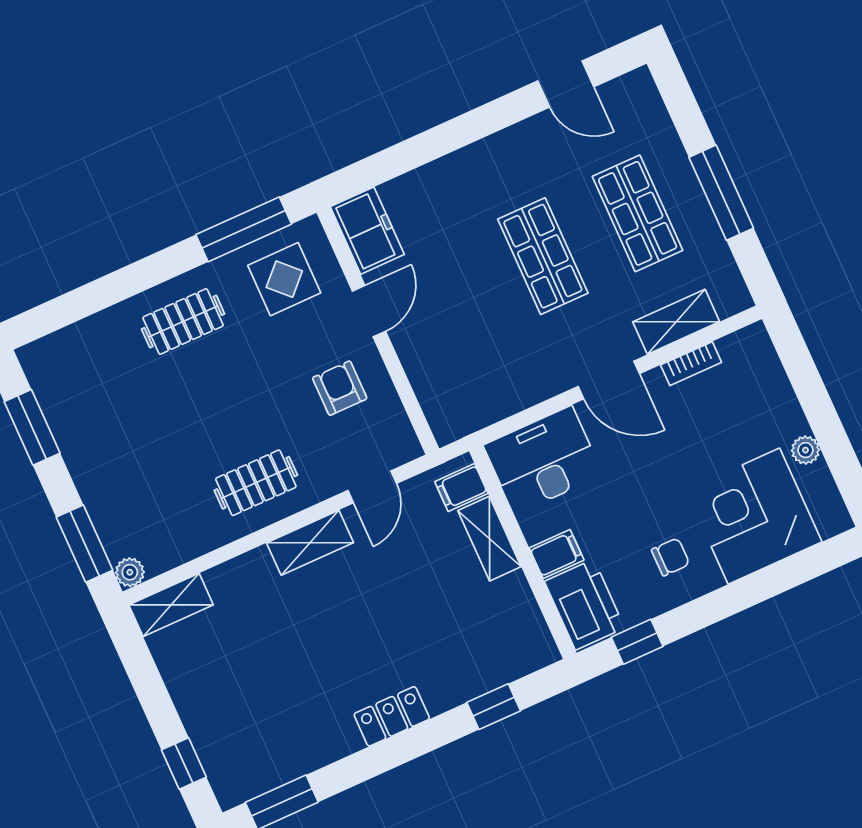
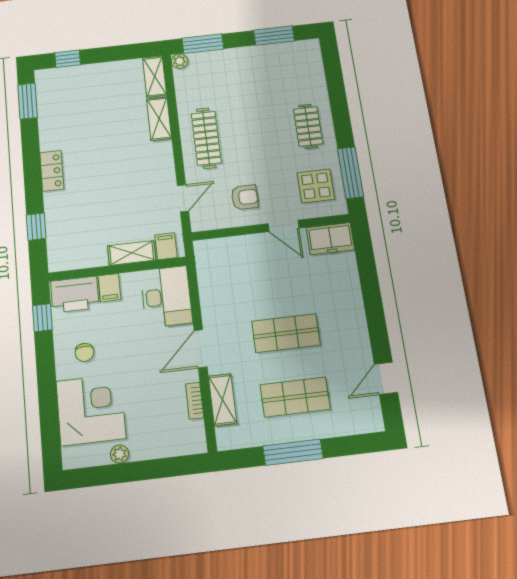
clothes rail: (256, 483) -> (206, 138), width x1.36
door: (372, 487) -> (183, 198), swing flipped
shelving: (310, 543) -> (159, 119), moved

